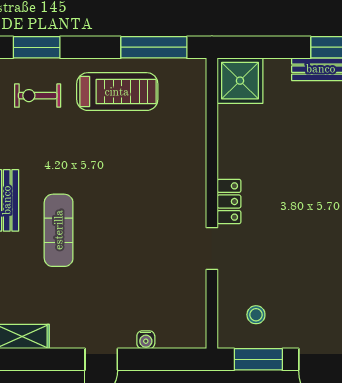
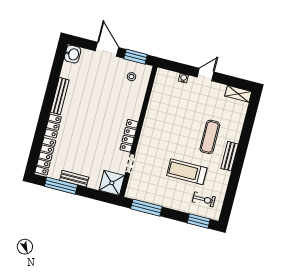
treadmill: (117, 92) -> (187, 172), moved
locker: (229, 202) -> (129, 136), width x1.53
doorway: (212, 249) -> (130, 163), moved

